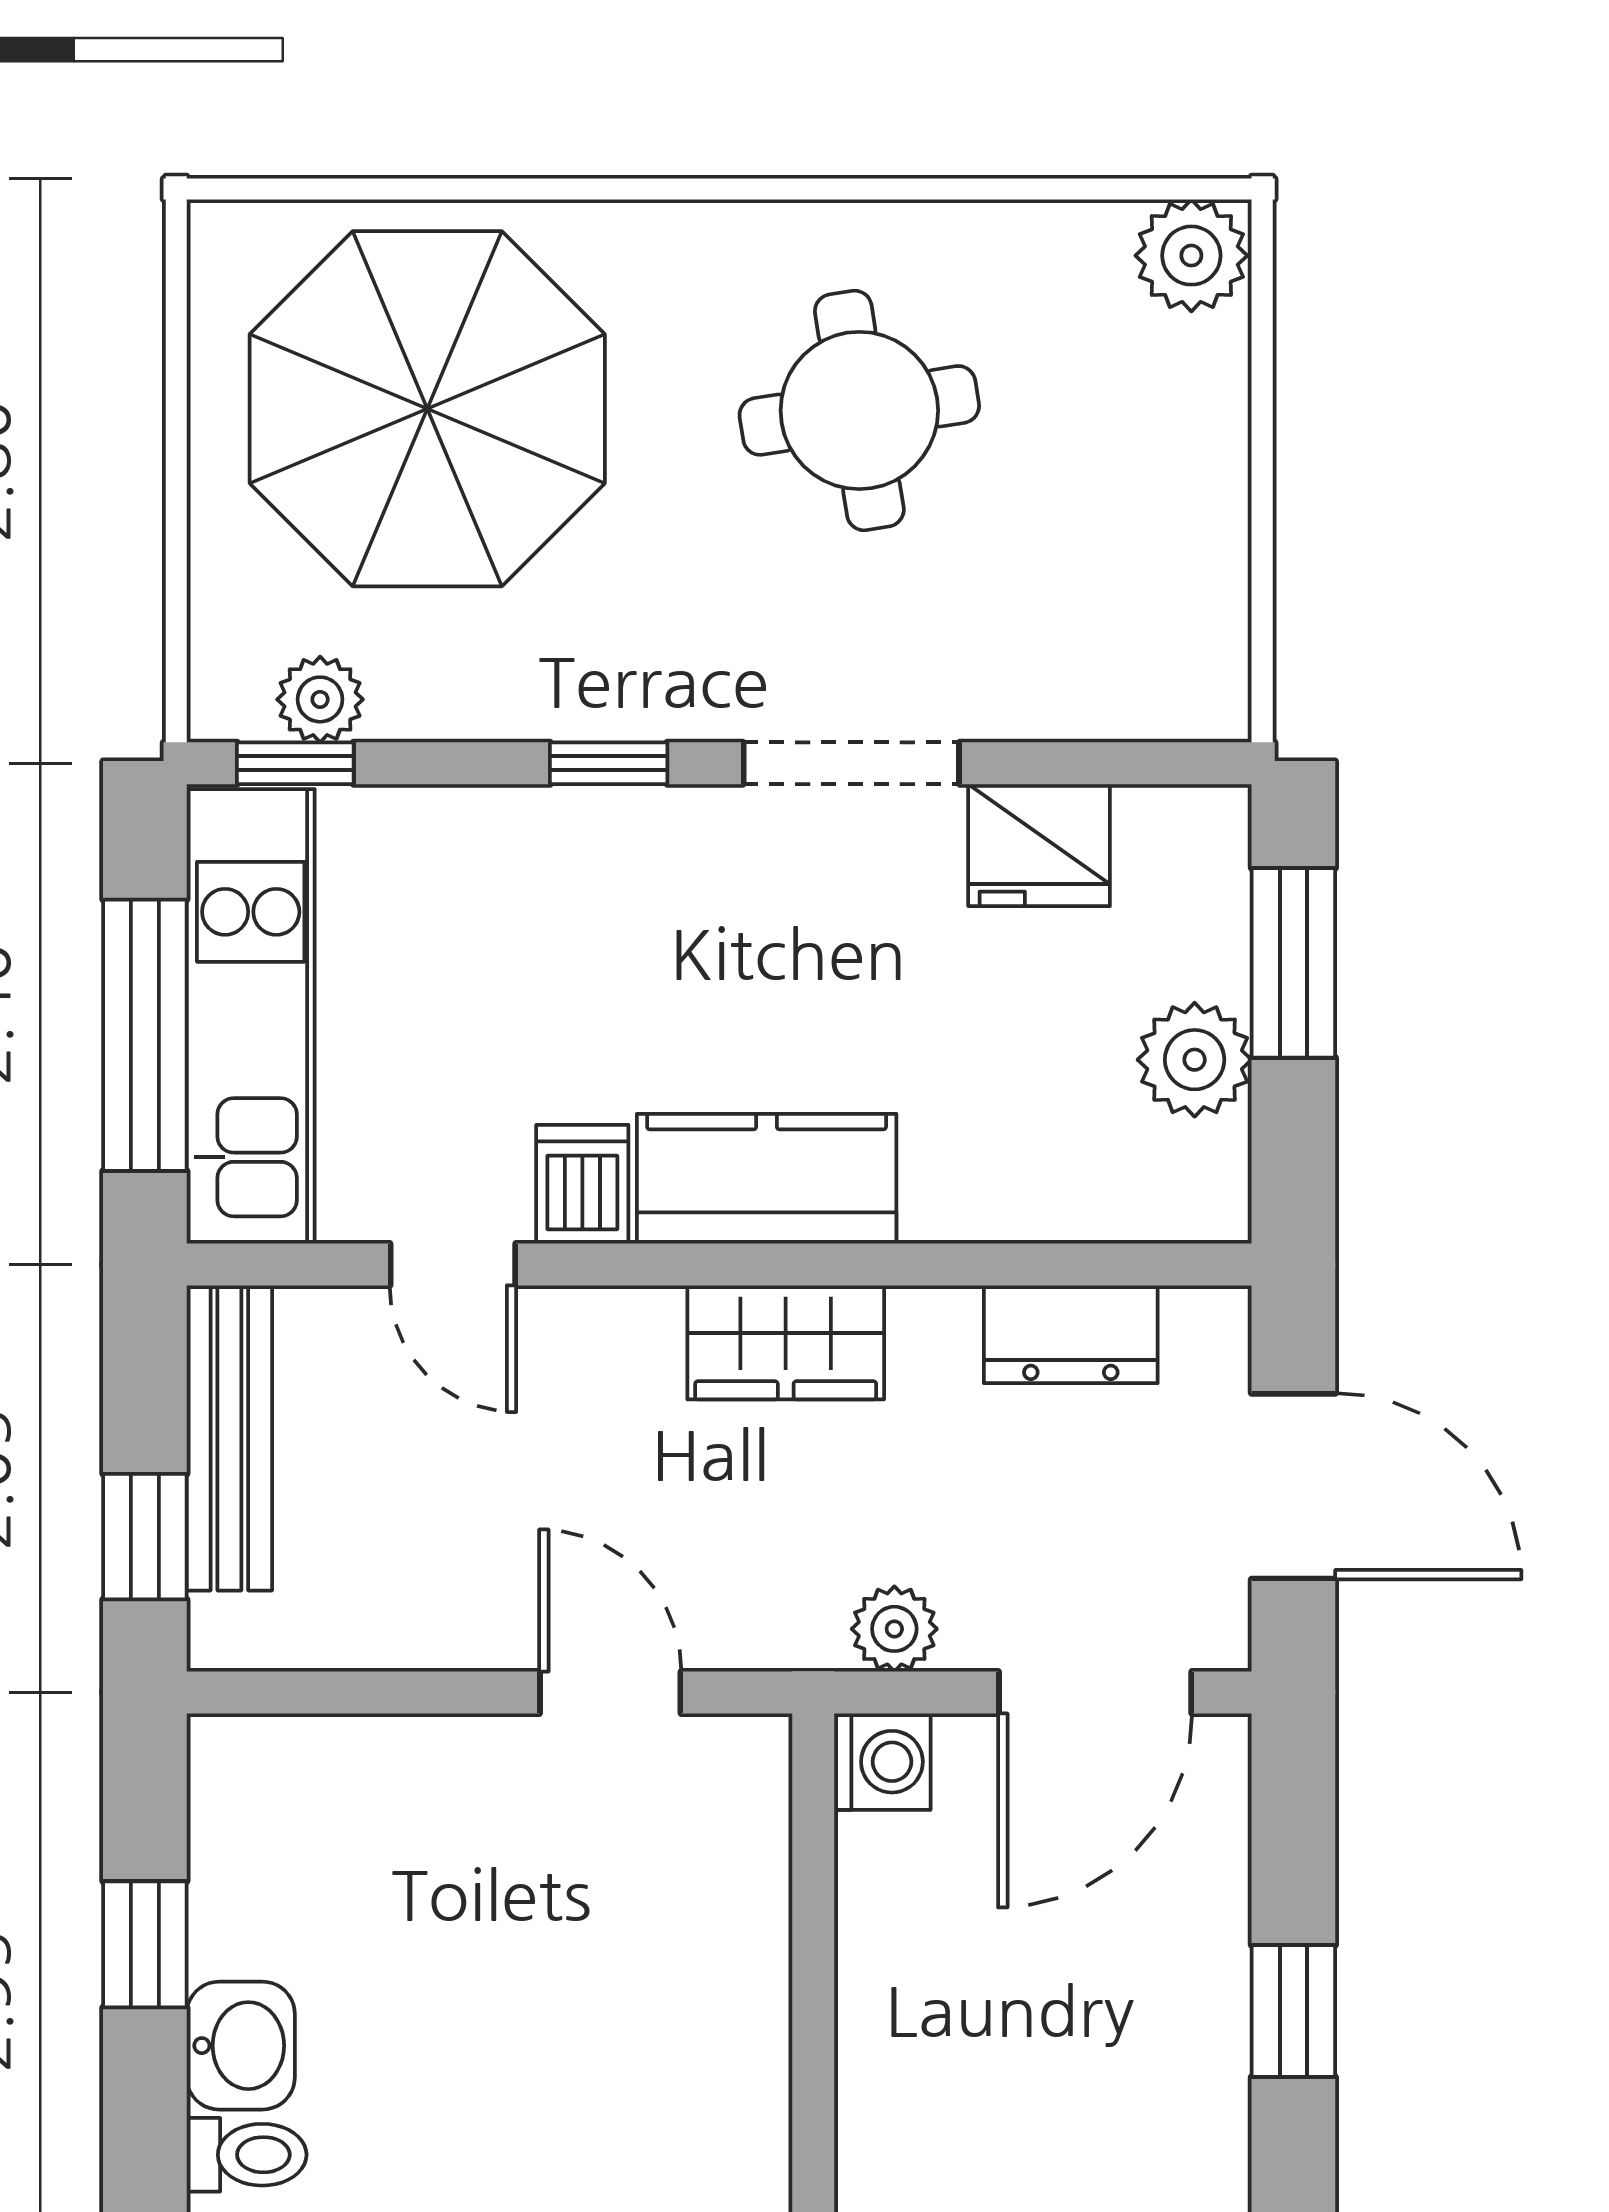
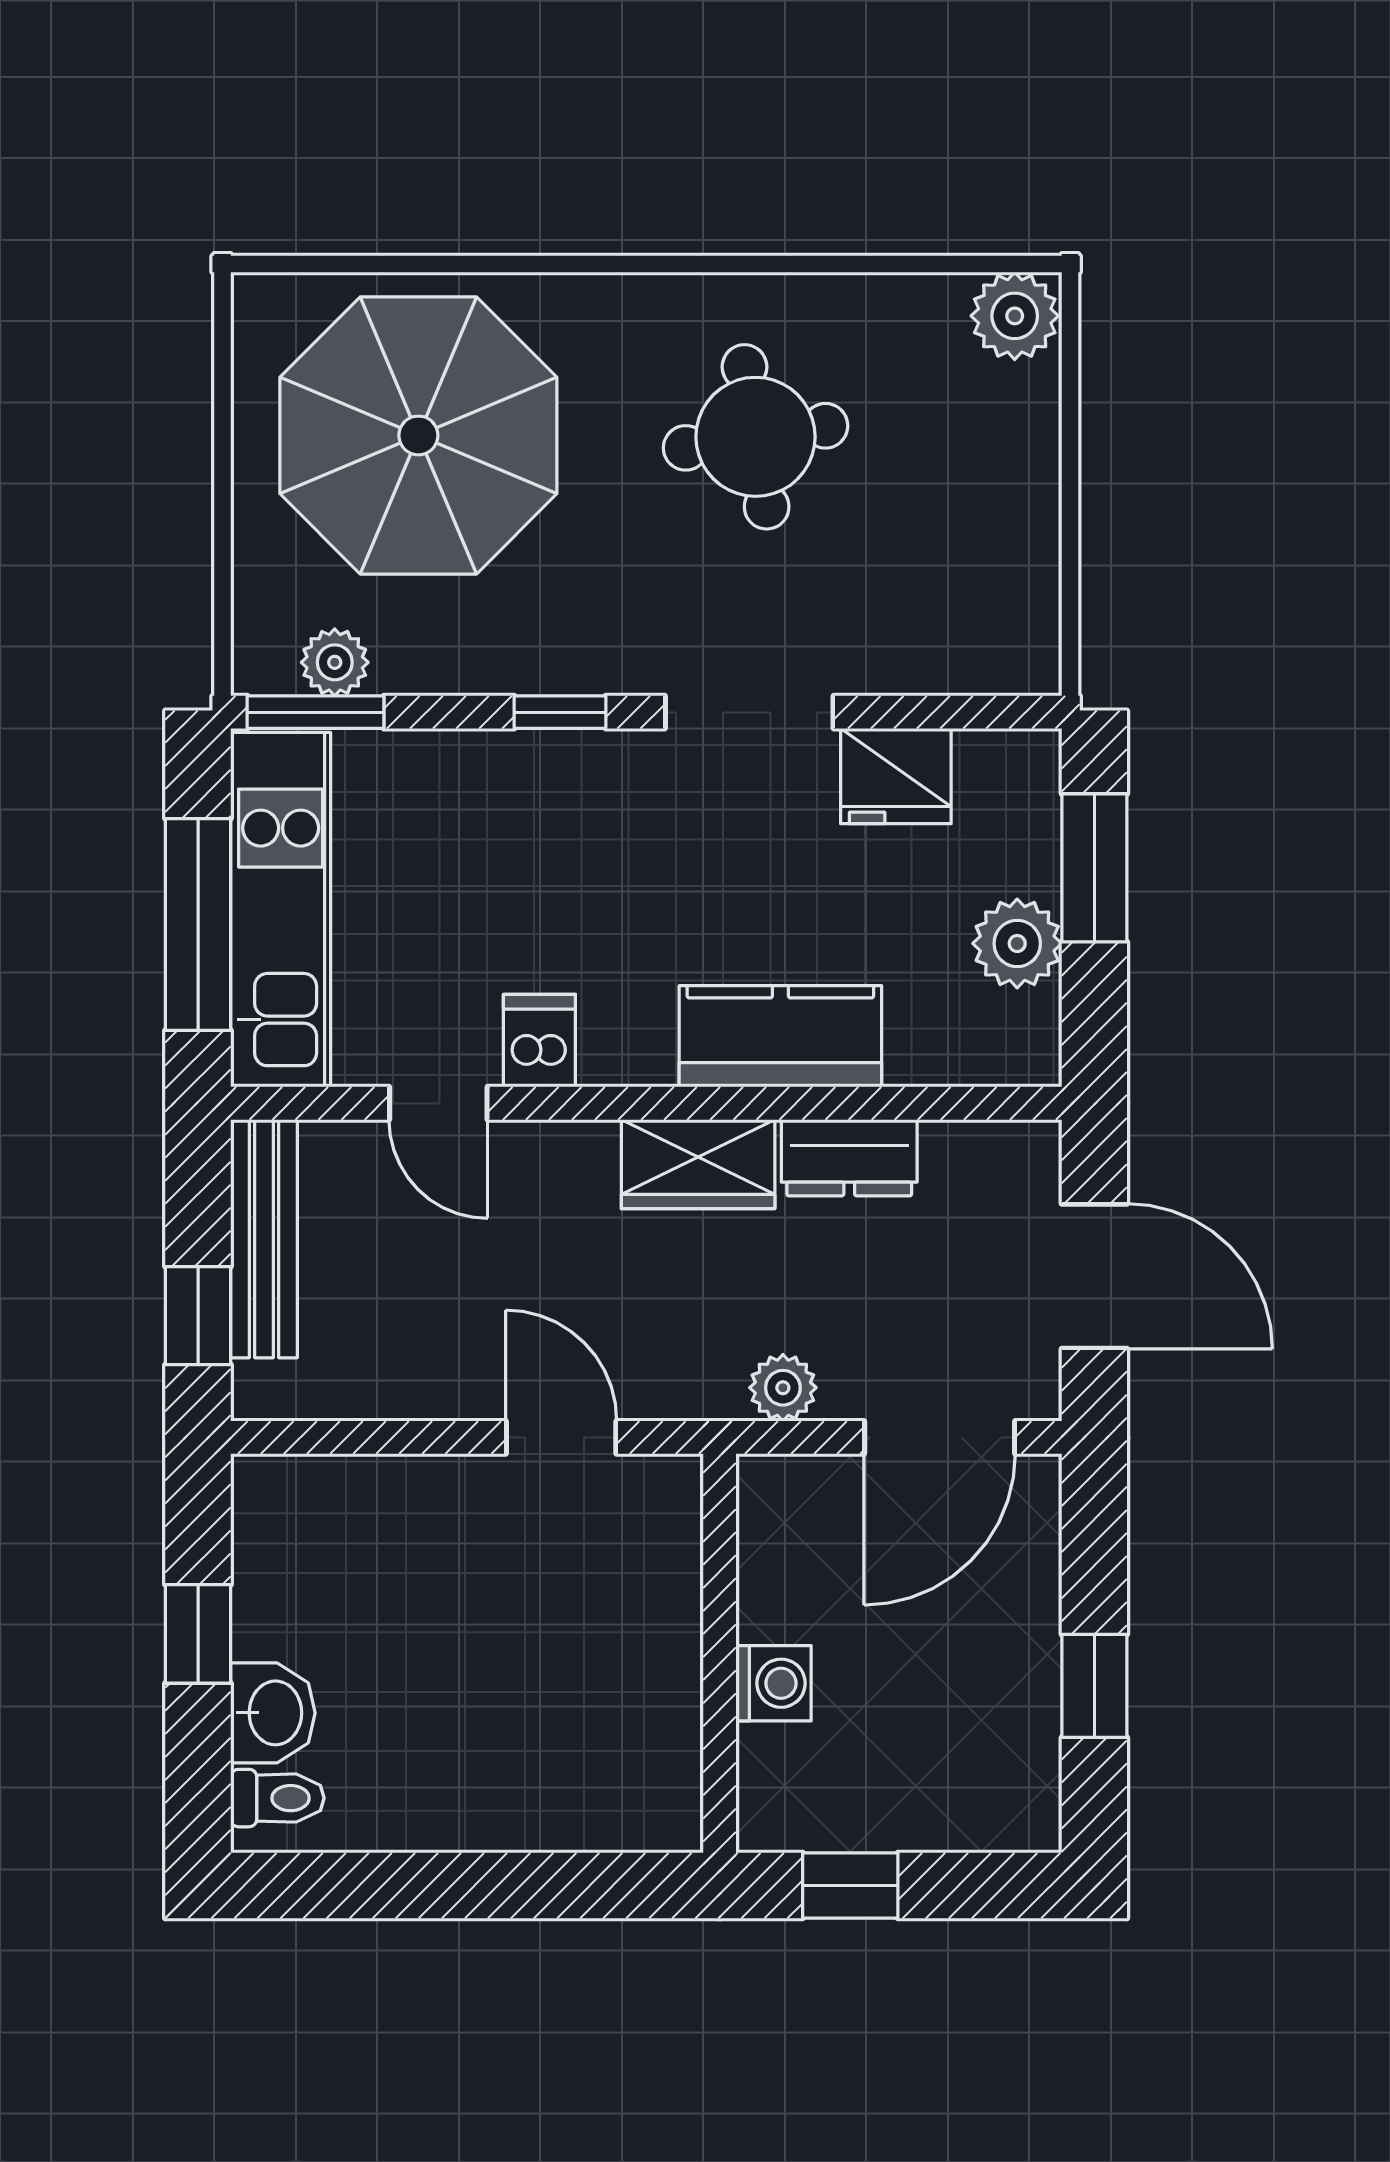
window: (295, 763) -> (315, 712), width x1.50
kitchen counter: (767, 1179) -> (780, 1036), moved
dresser: (1071, 1334) -> (849, 1158), moved
washing machine: (882, 1762) -> (774, 1683), moved

